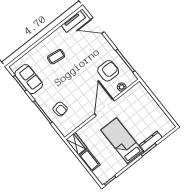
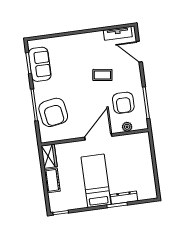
coffee table: (56, 57) -> (102, 75), moved
armchair: (108, 71) -> (123, 103), turned 90
armchair: (60, 109) -> (53, 112), width x1.88, depth x1.88

